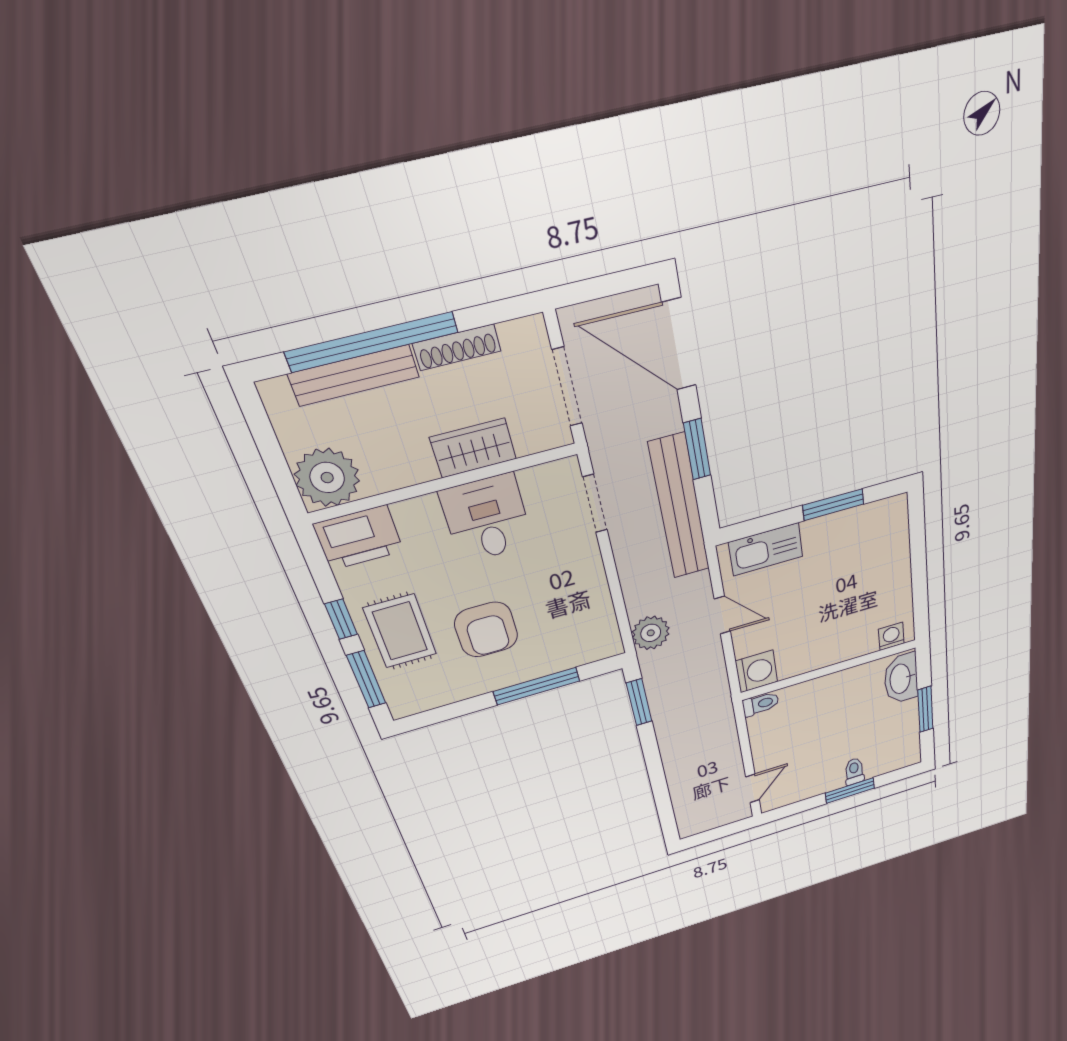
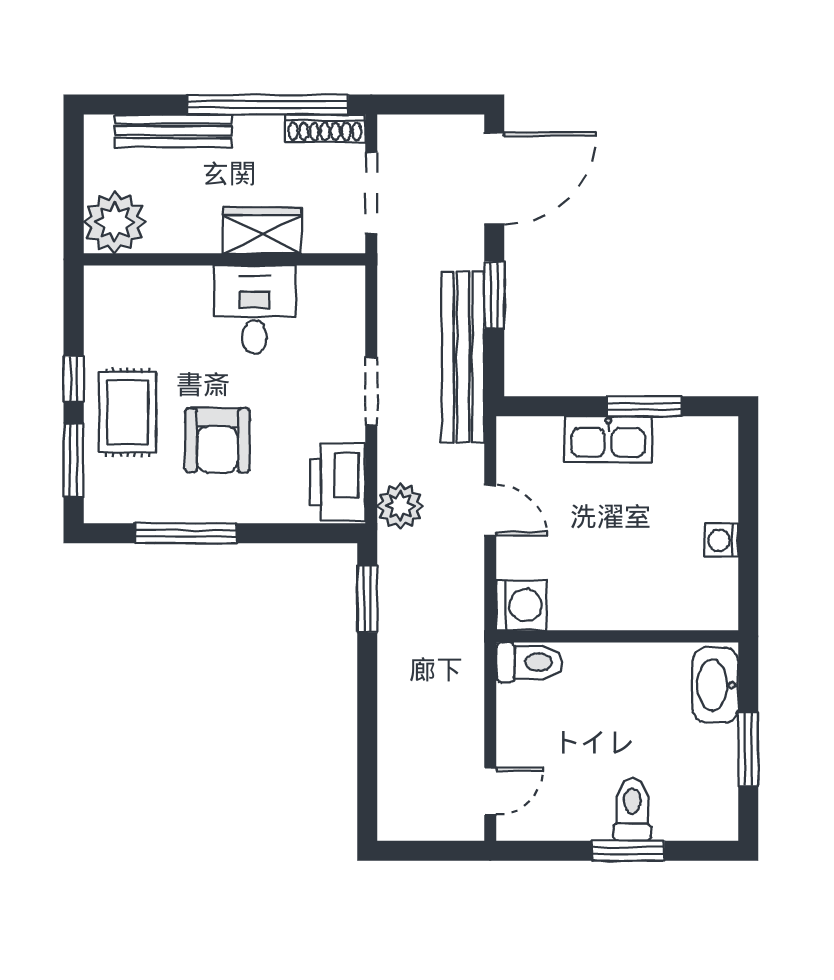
window: (372, 342) -> (268, 105), moved
door: (679, 344) -> (494, 178), swing flipped
shoe rack: (457, 347) -> (325, 128), moved
doorway: (595, 504) -> (371, 391), moved
printer: (359, 538) -> (337, 482), moved, turned 90
kitchen sink: (766, 549) -> (608, 439), moved
washing machine: (891, 636) -> (722, 540), moved, turned -90
window: (537, 686) -> (186, 533), moved
toilet: (761, 704) -> (529, 662), width x1.37, depth x1.39
toilet: (854, 771) -> (632, 810), width x1.37, depth x1.39

